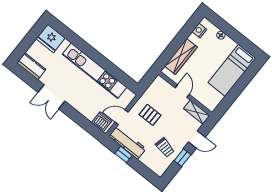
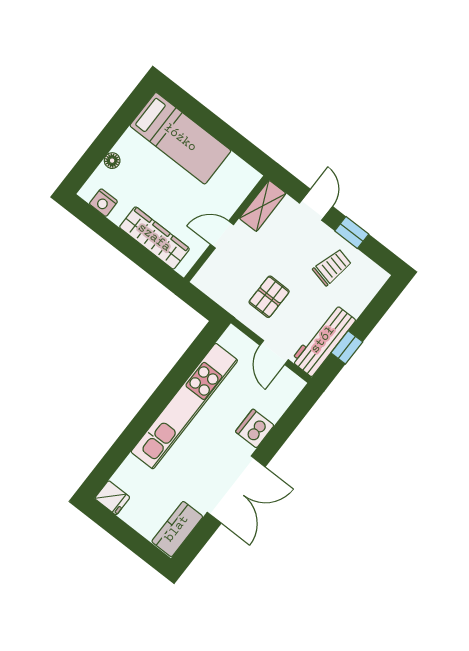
fridge: (51, 38) -> (112, 498), width x0.53, depth x0.75
double door: (51, 97) -> (236, 490), width x1.37
dishwasher: (102, 122) -> (255, 428), moved

